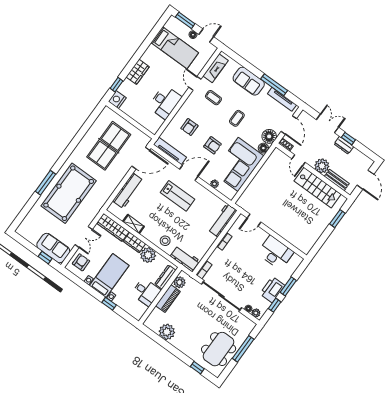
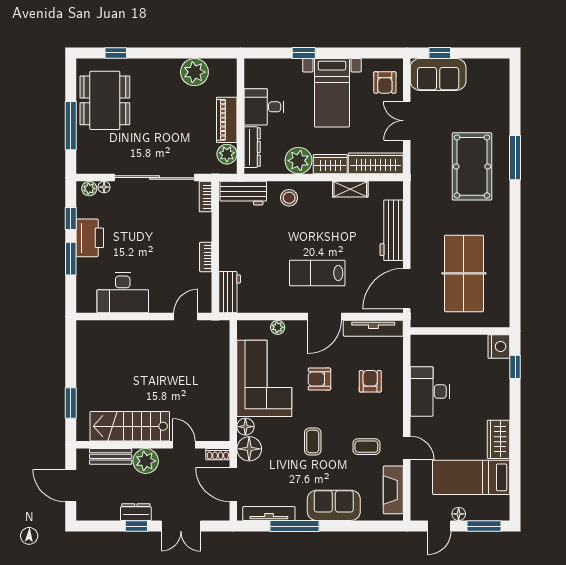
wardrobe: (138, 72) -> (498, 439), moved
pool table: (69, 193) -> (472, 166), width x0.73, depth x0.76
workbench: (223, 220) -> (230, 292), width x0.73

